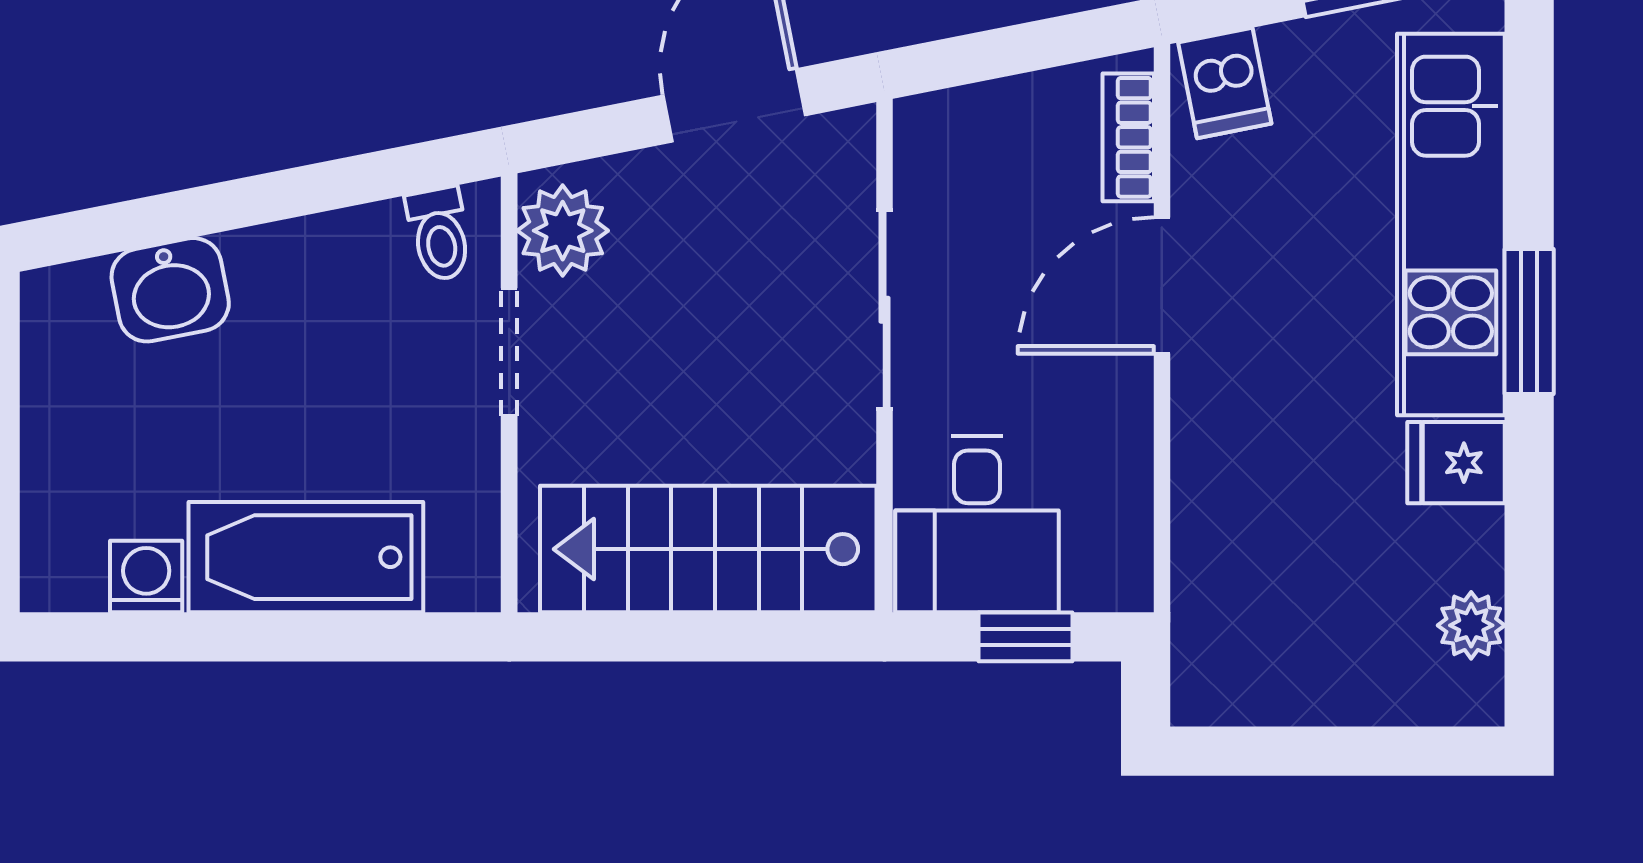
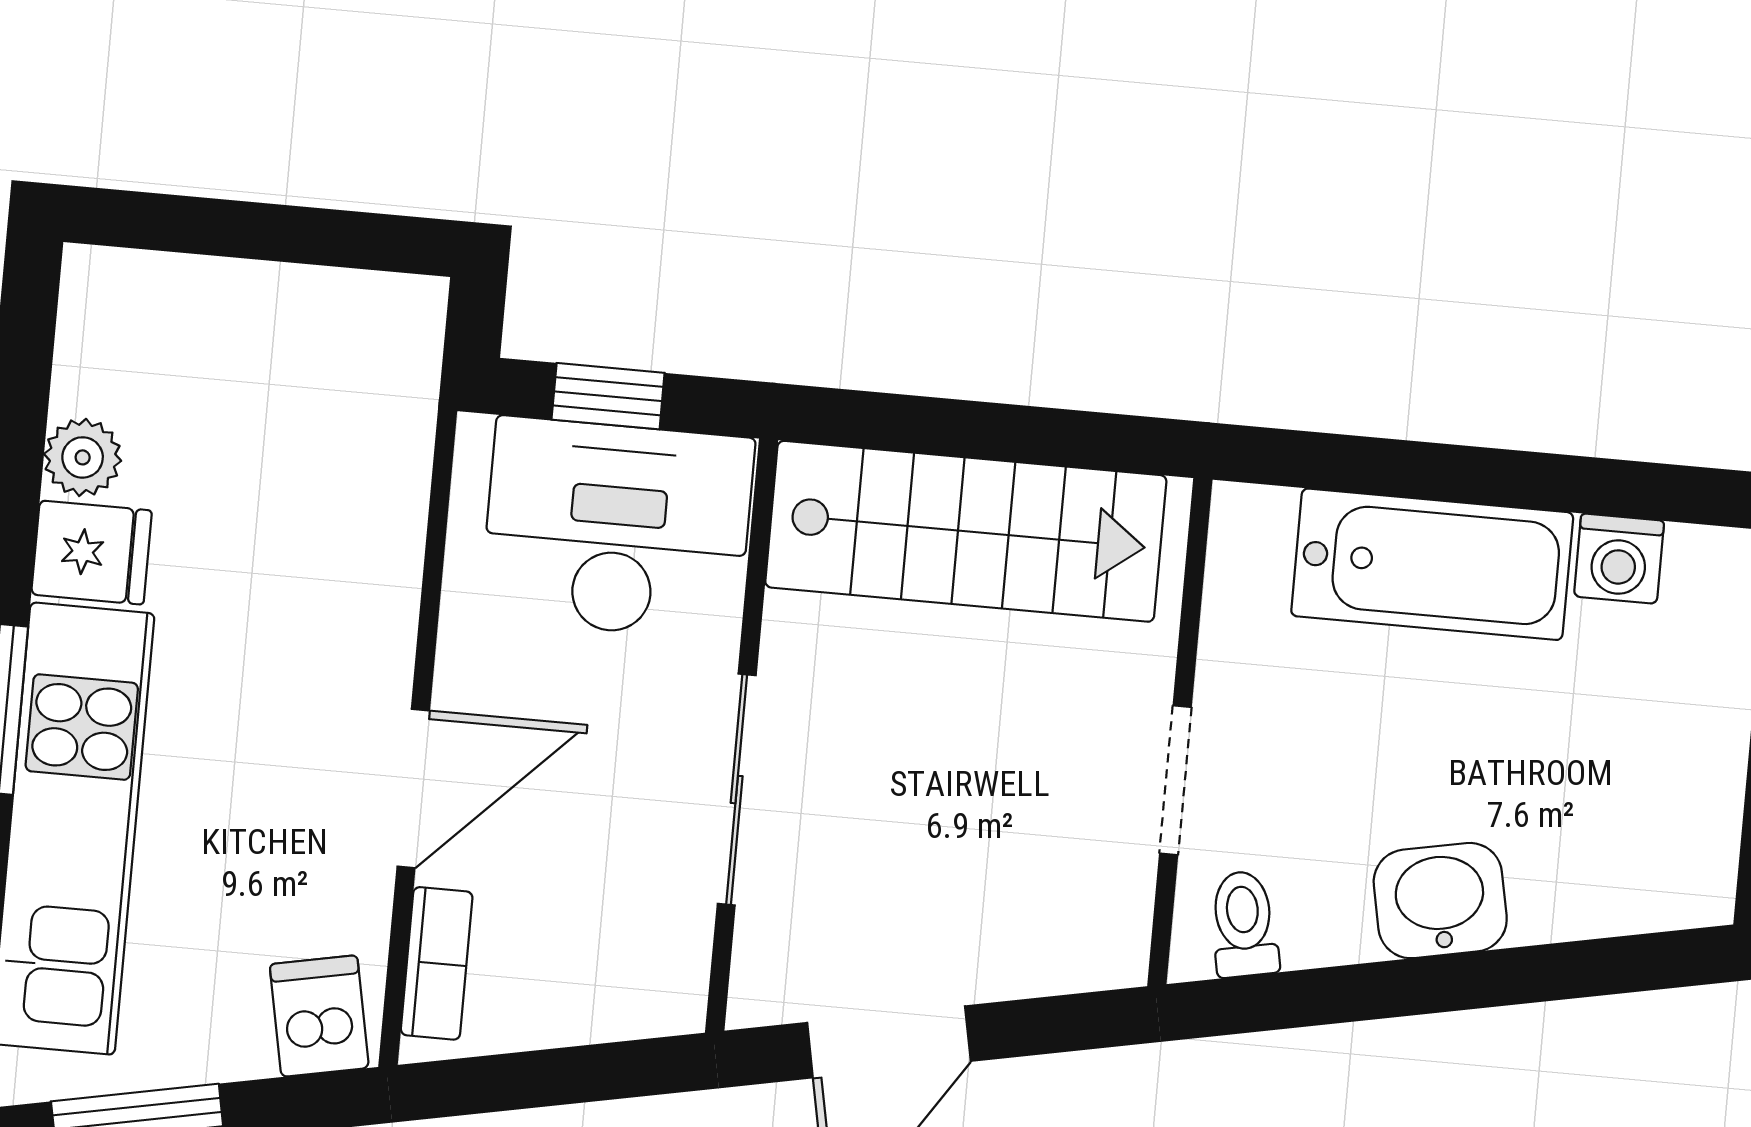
plant: (563, 231) -> (1101, 915), removed
washbasin: (170, 290) -> (1440, 901), moved
desk: (977, 524) -> (617, 528), width x1.37
plant: (1471, 625) -> (83, 457), moved

